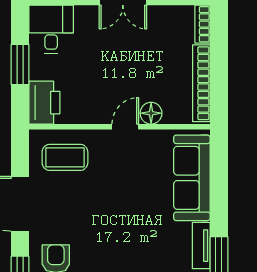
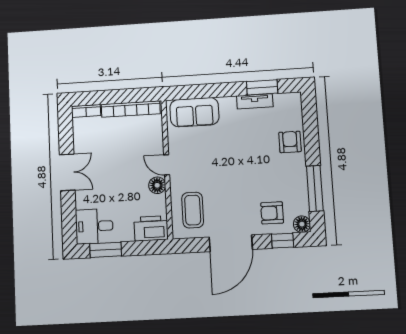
window: (20, 64) -> (106, 250), moved
floor lamp: (151, 113) -> (157, 185), moved
sofa: (192, 178) -> (194, 112), width x0.73

